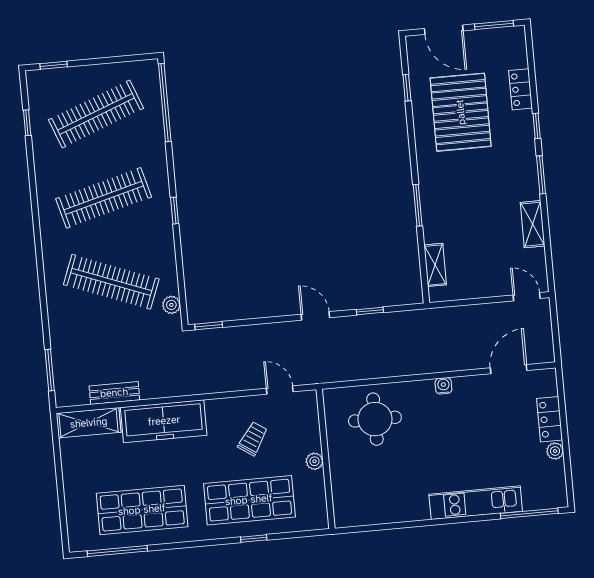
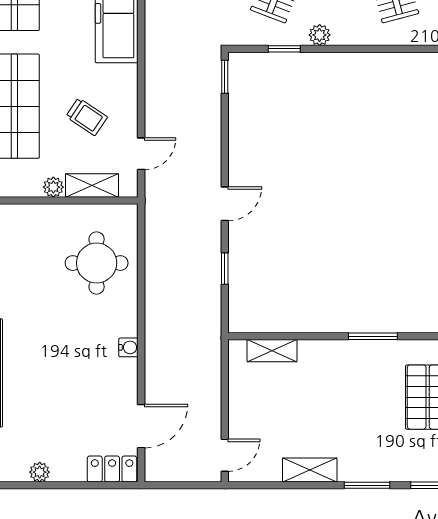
window: (418, 205) -> (373, 336), moved
window: (175, 211) -> (284, 49), moved
plant: (171, 305) -> (320, 35), moved
door: (509, 369) -> (141, 426), hinge flipped
locker: (550, 419) -> (112, 469), moved
shelving: (310, 429) -> (92, 185), added

